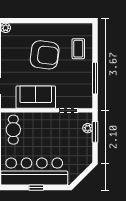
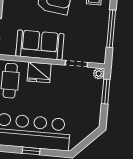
fridge: (37, 120) -> (39, 72), added
plant: (88, 128) -> (99, 74), moved

